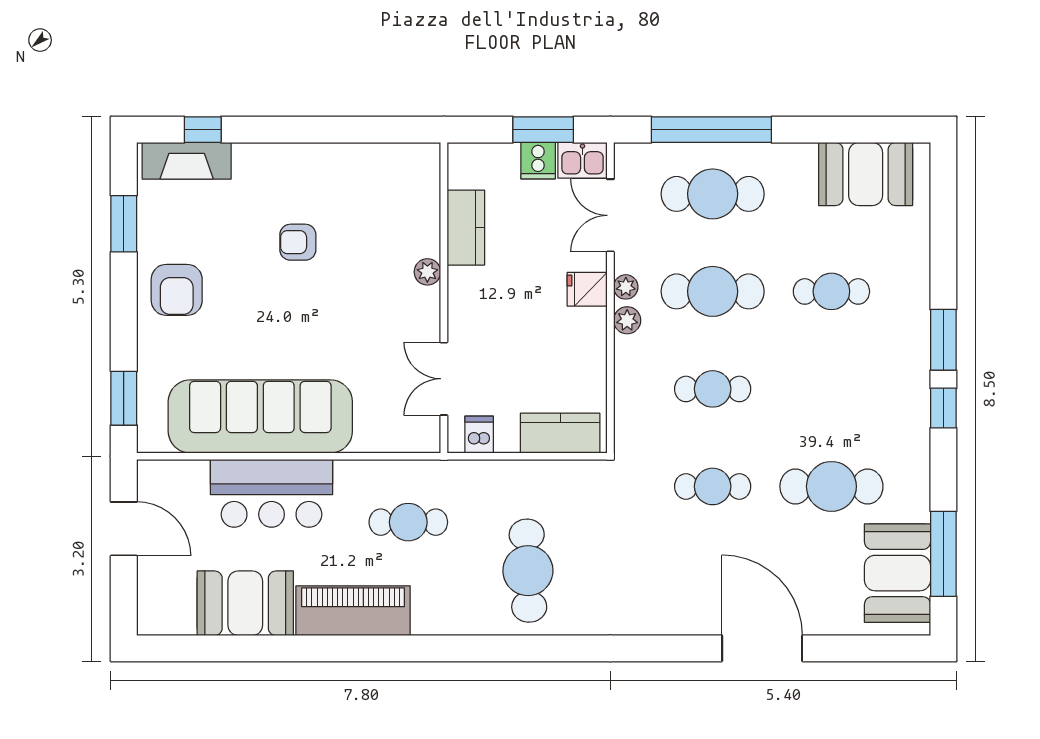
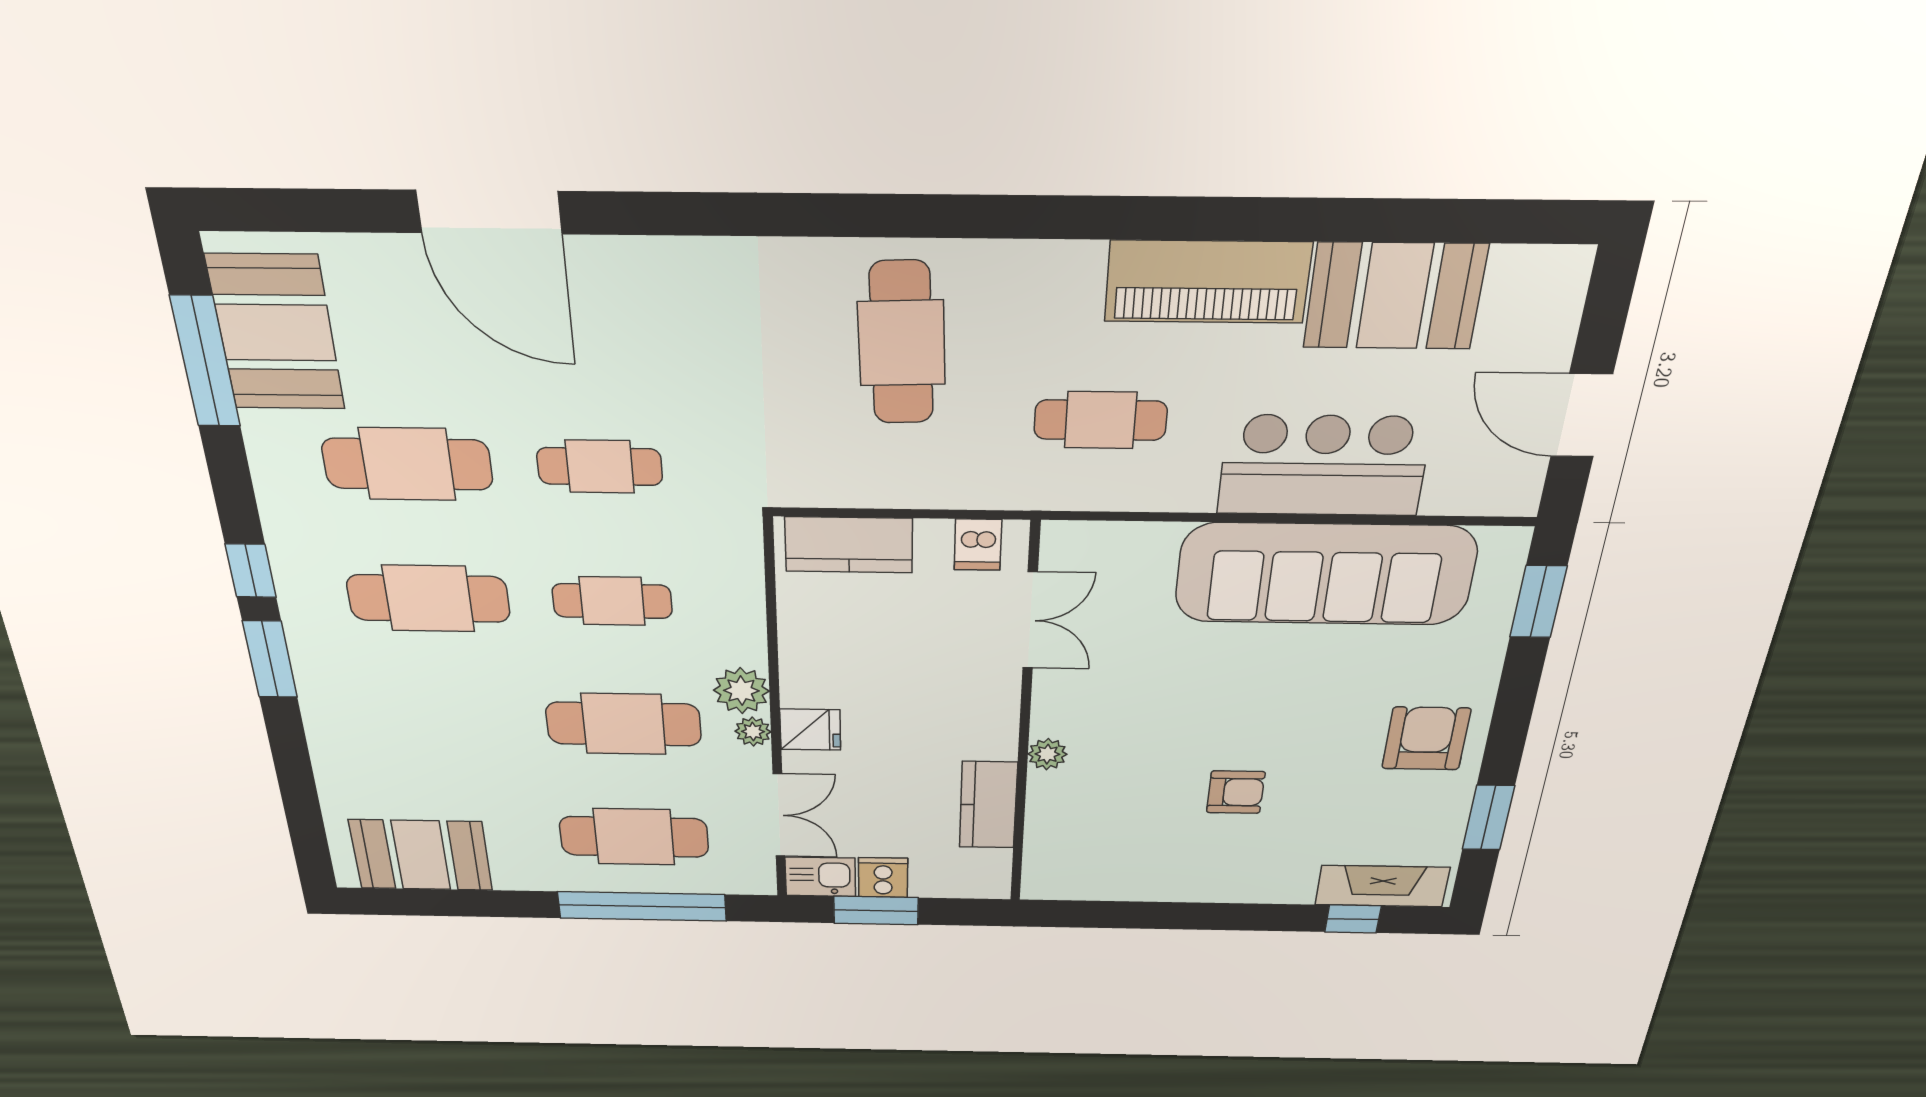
cafe table: (831, 291) -> (428, 598), moved, width x1.37, depth x1.35
plant: (627, 320) -> (741, 691), width x1.38, depth x1.38

